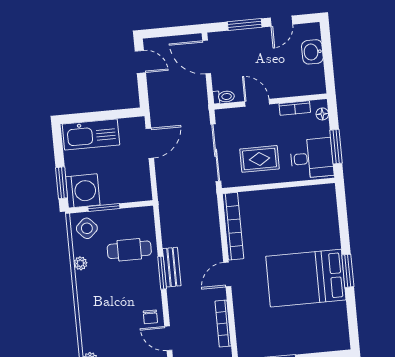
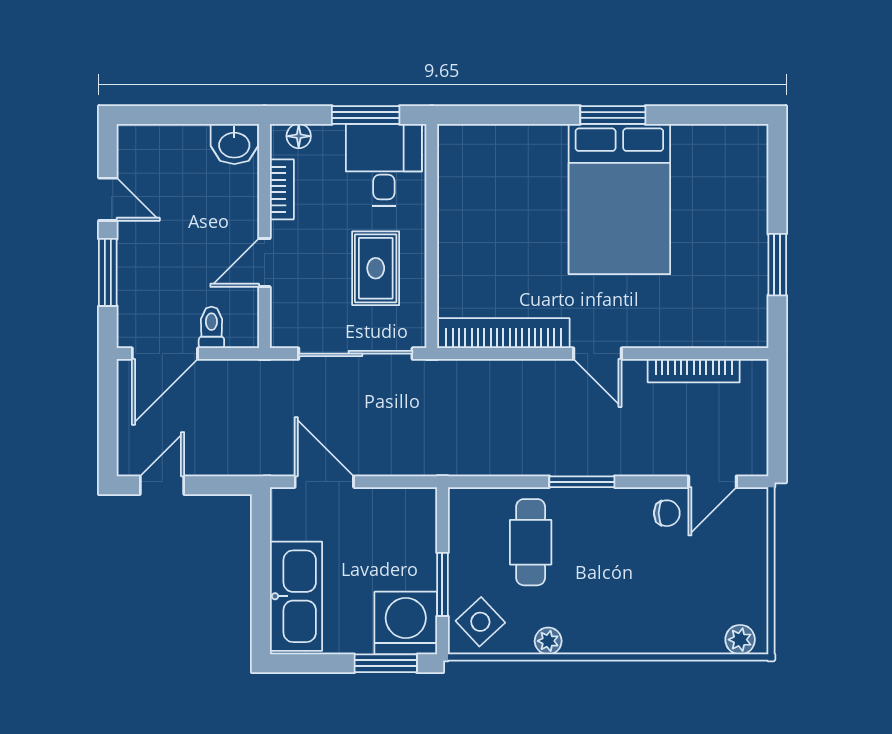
washbasin: (312, 52) -> (234, 144), moved
toilet: (224, 97) -> (211, 327), moved
bench: (172, 267) -> (573, 462), removed

